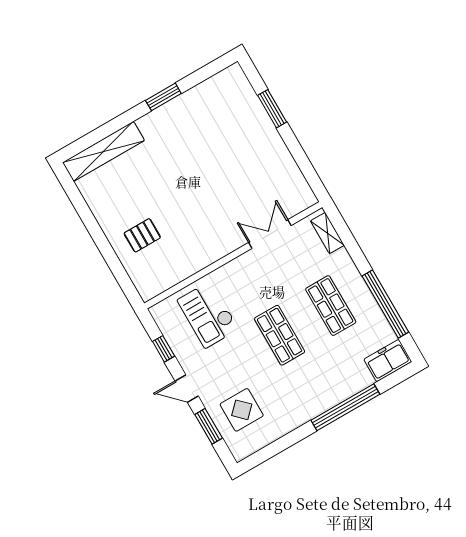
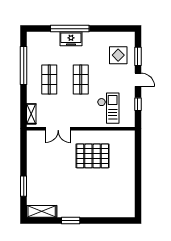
shelving: (104, 151) -> (42, 211), moved, width x0.68
pallet: (142, 235) -> (93, 156), moved, width x2.05, depth x2.00
freezer: (388, 361) -> (71, 39), moved

